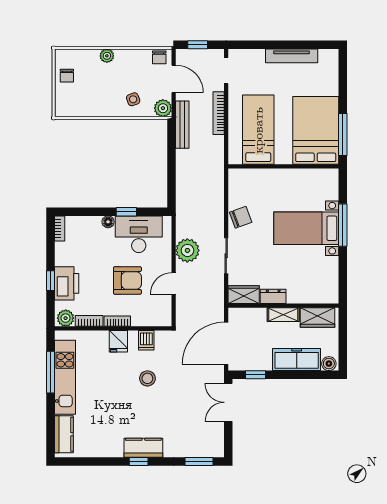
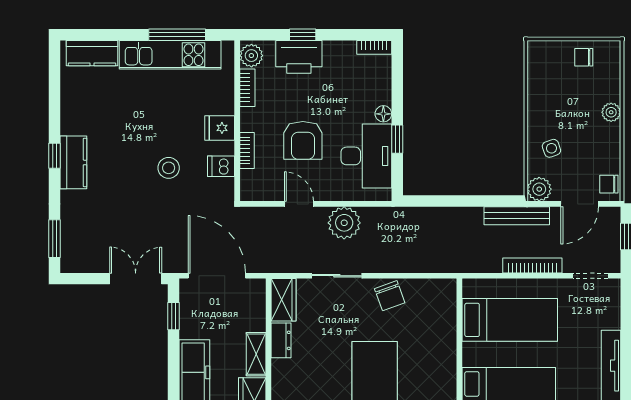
bookcase: (117, 321) -> (247, 151), moved

